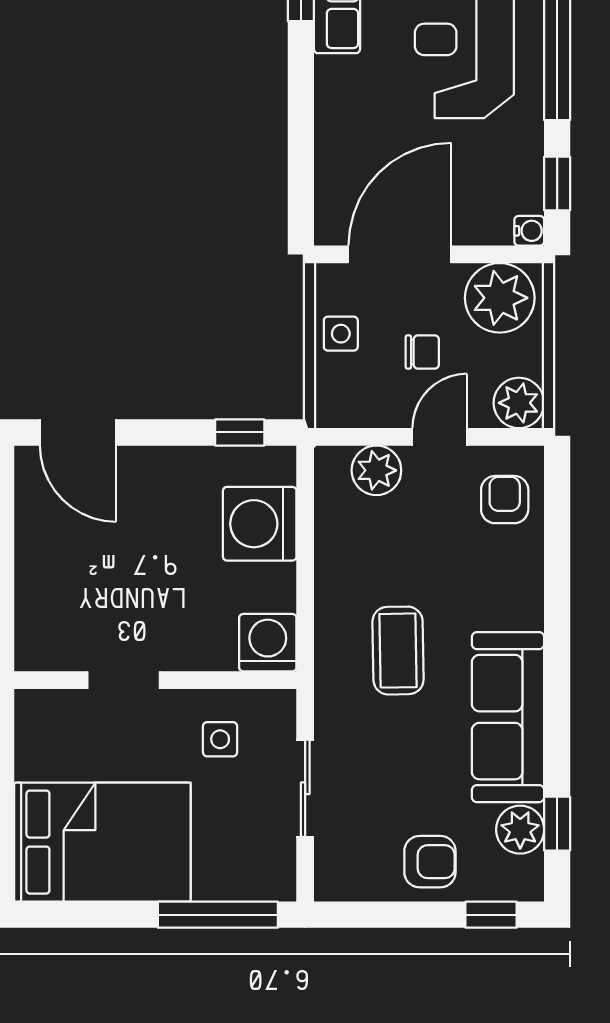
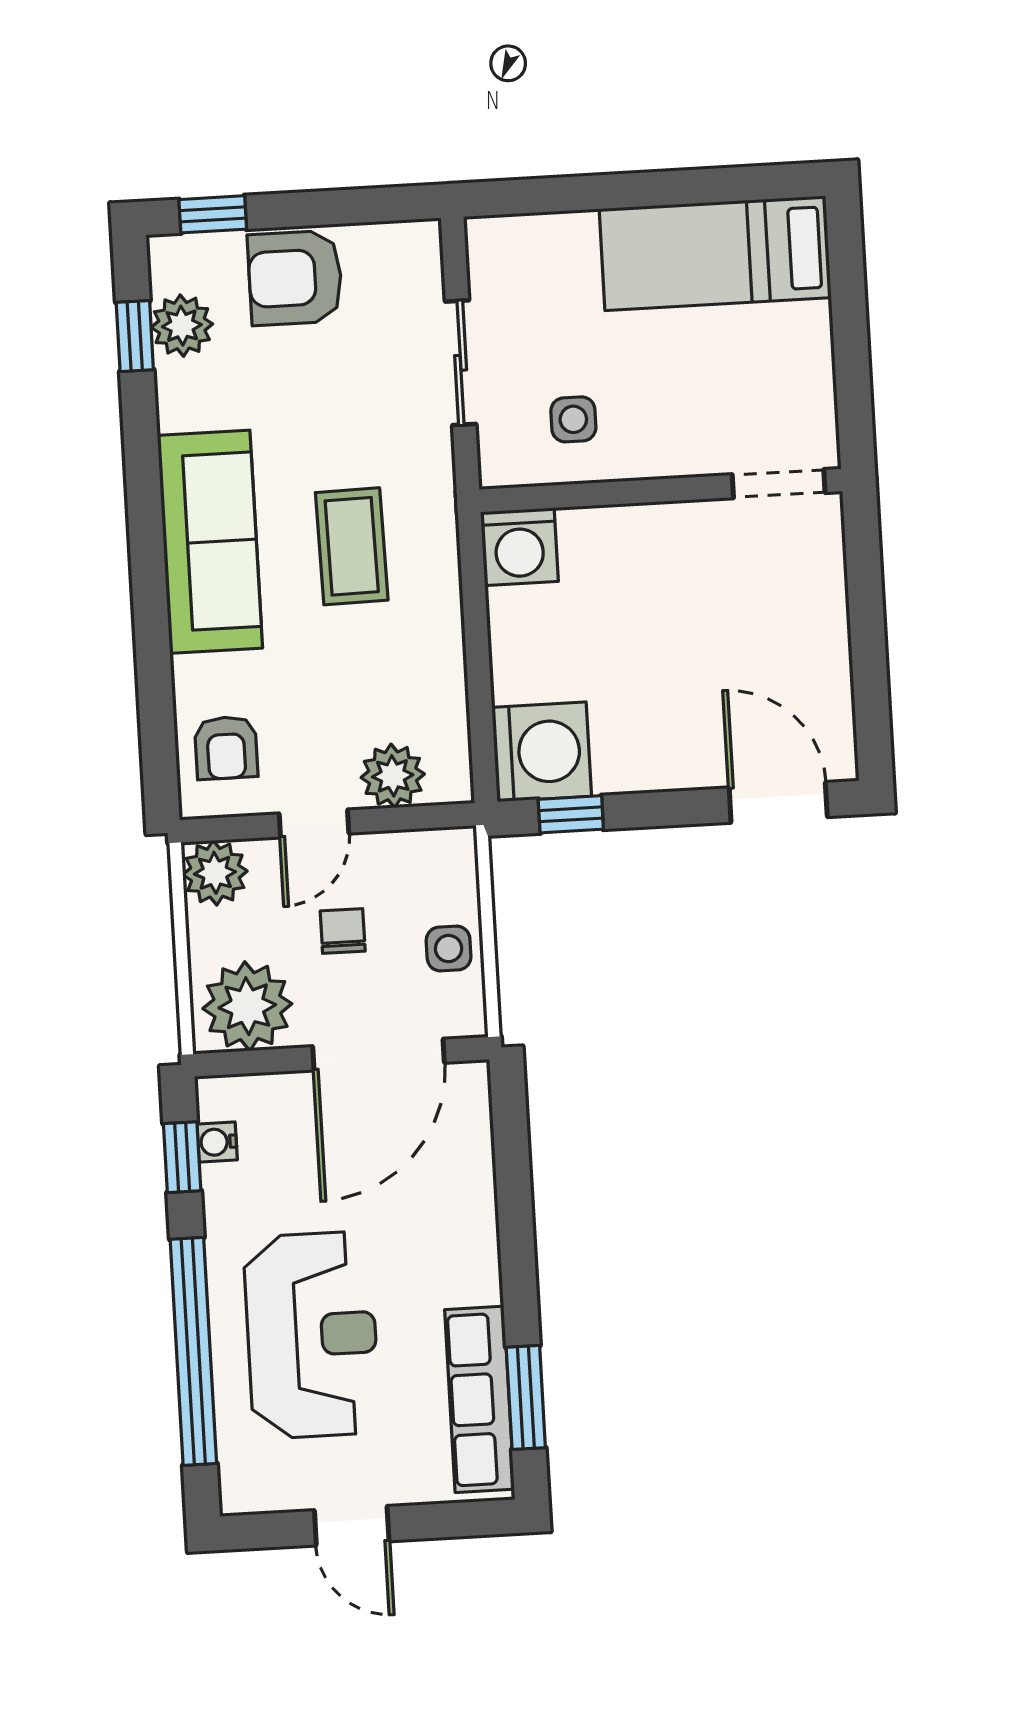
water cooler: (529, 231) -> (217, 1142), moved
chair: (422, 352) -> (343, 931), turned 90
washing machine: (260, 524) -> (542, 752), moved
doorway: (124, 680) -> (779, 484), moved
sofa: (508, 717) -> (210, 542), moved
bed: (102, 842) -> (715, 253), width x0.67
armchair: (430, 862) -> (295, 278), width x1.38, depth x1.38
window: (218, 915) -> (563, 194), removed

